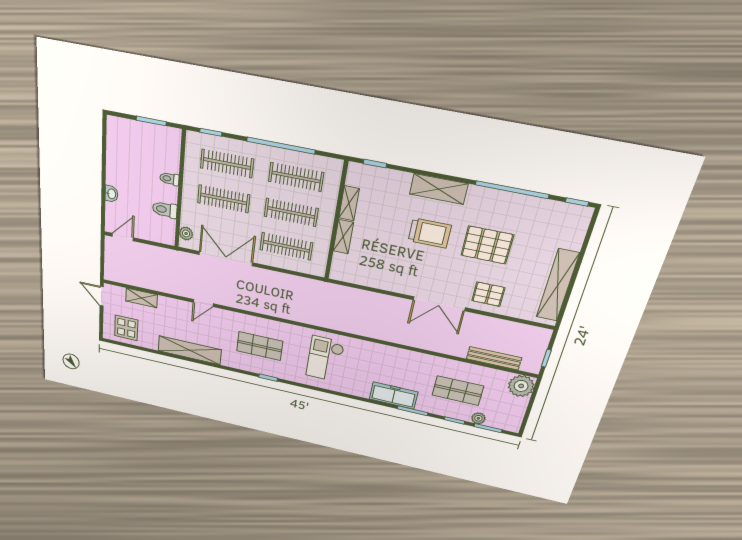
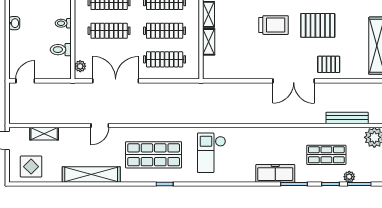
washbasin: (111, 194) -> (14, 23), moved
shop shelf: (260, 346) -> (154, 155), width x1.43, depth x1.36

